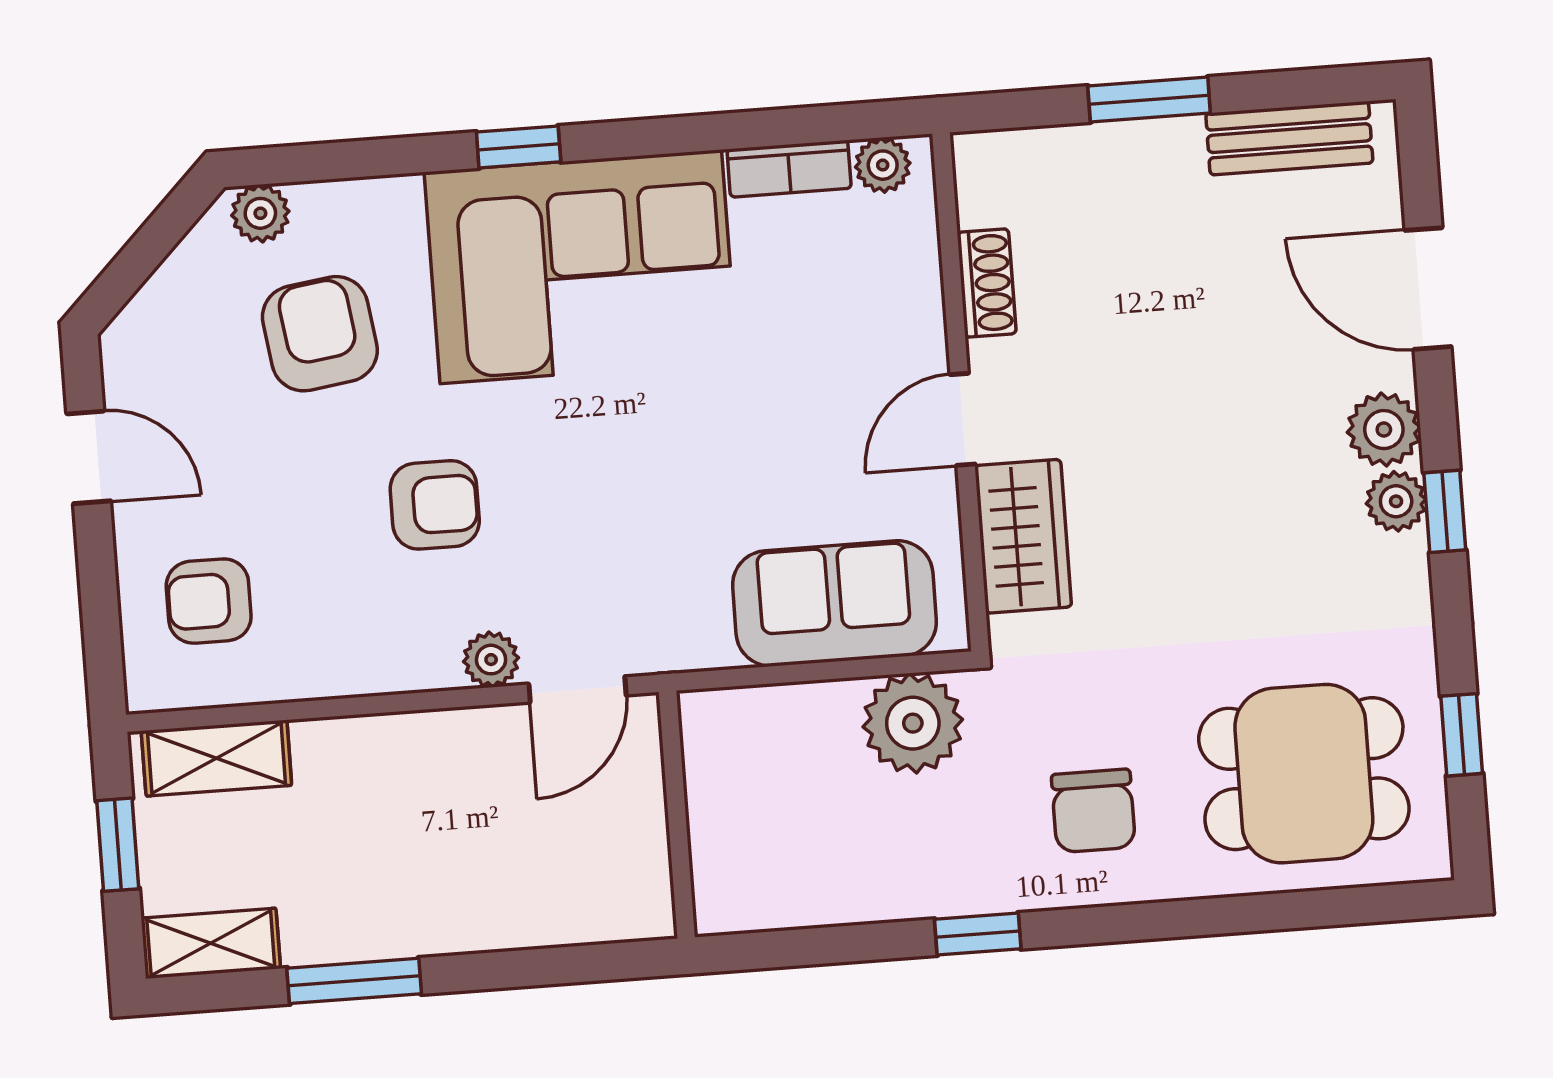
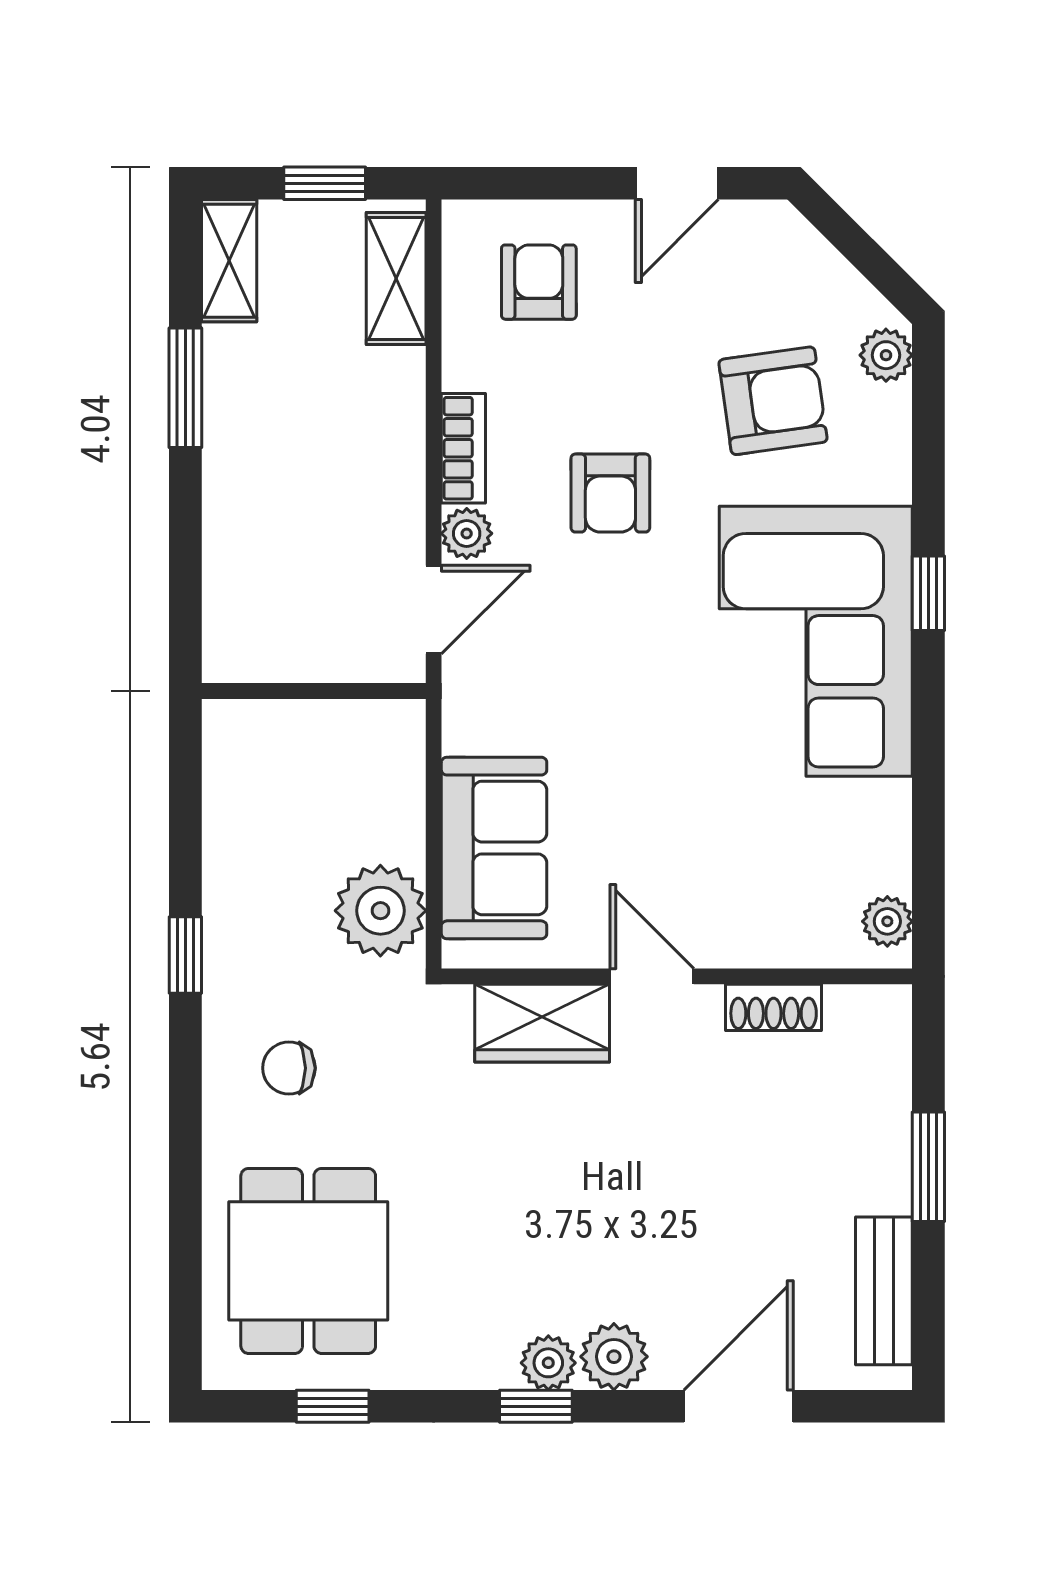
bookcase: (789, 169) -> (463, 448), moved, turned 180
door: (577, 690) -> (434, 610), swing flipped
chair: (1093, 811) -> (289, 1068), width x0.73, depth x0.73

